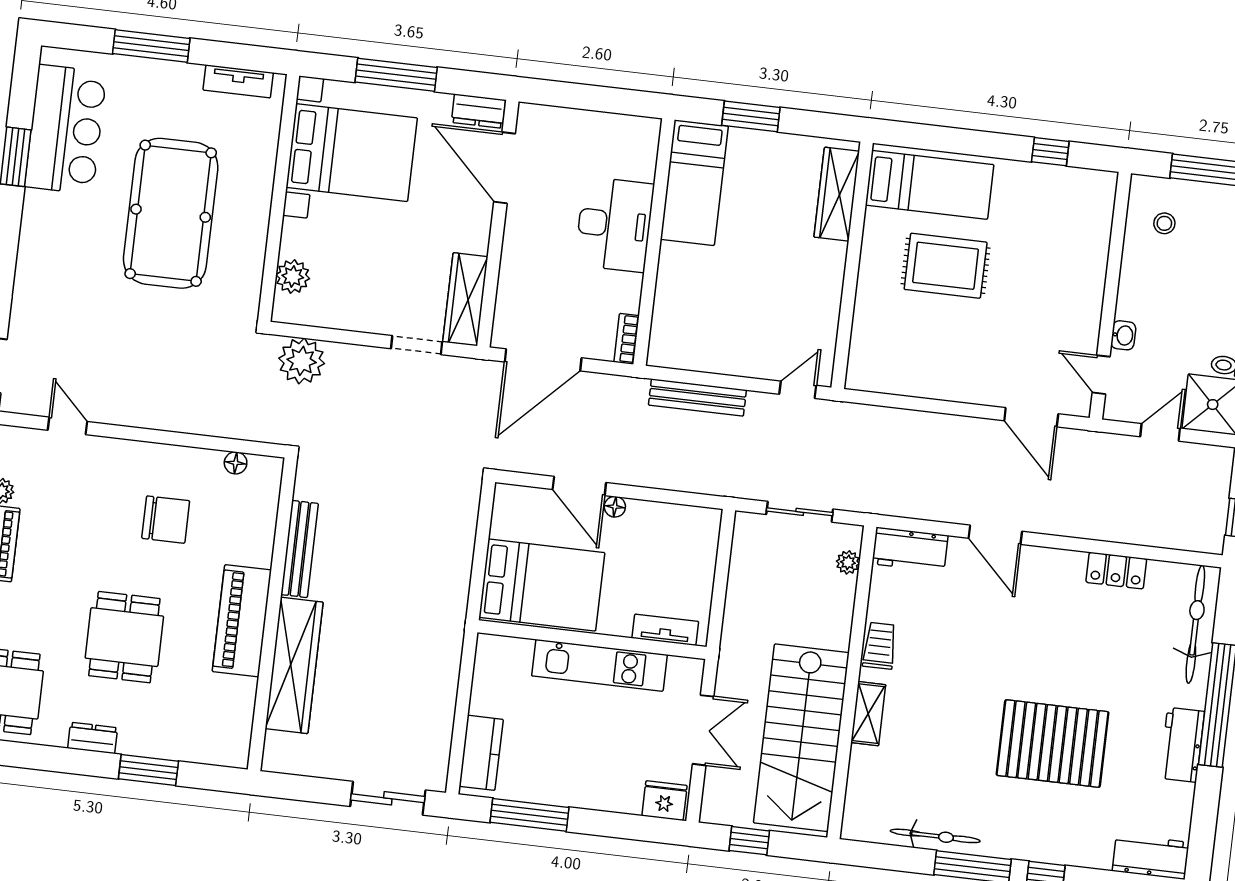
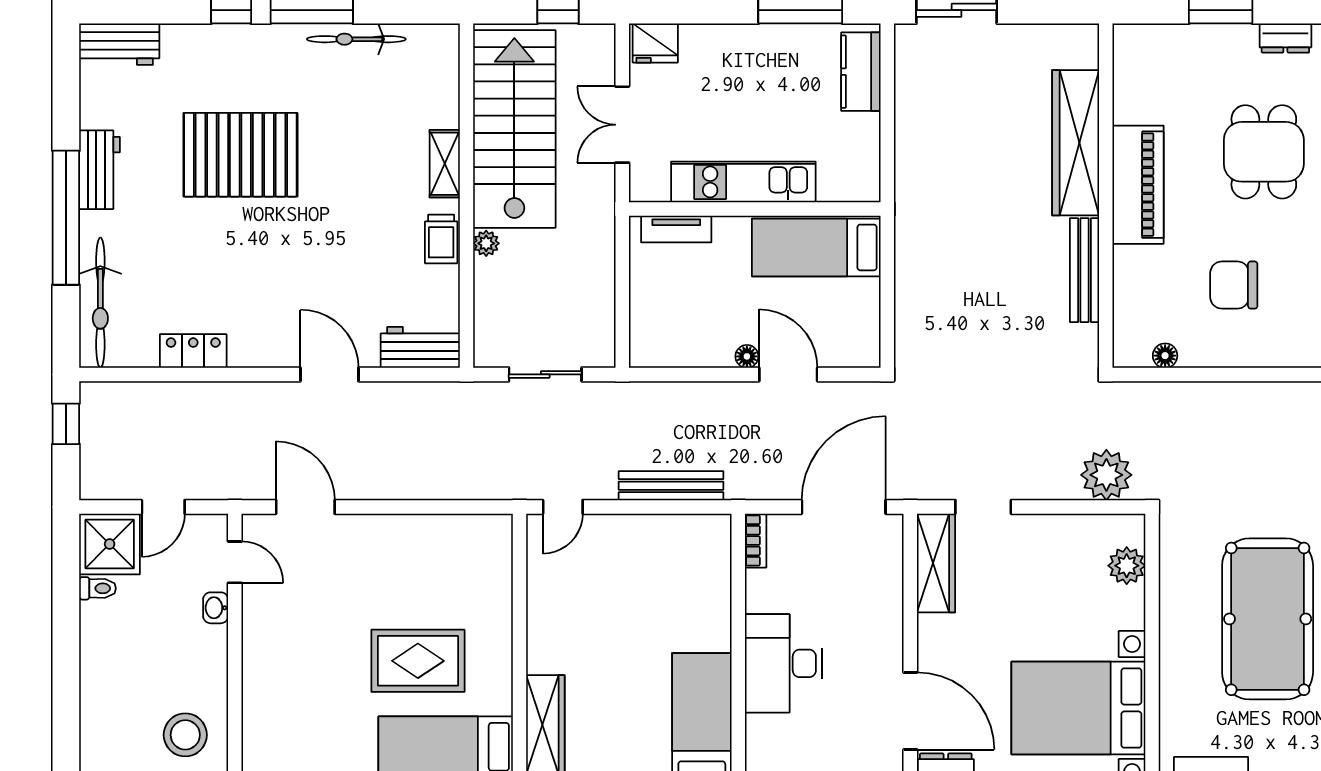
stool: (1164, 223) -> (185, 735), width x1.89, depth x1.89
plant: (848, 562) -> (486, 243), moved
bed: (542, 585) -> (816, 247), width x0.67

